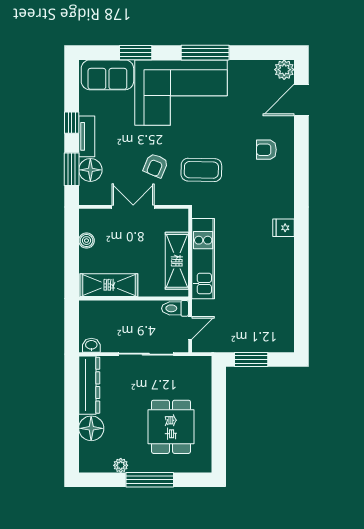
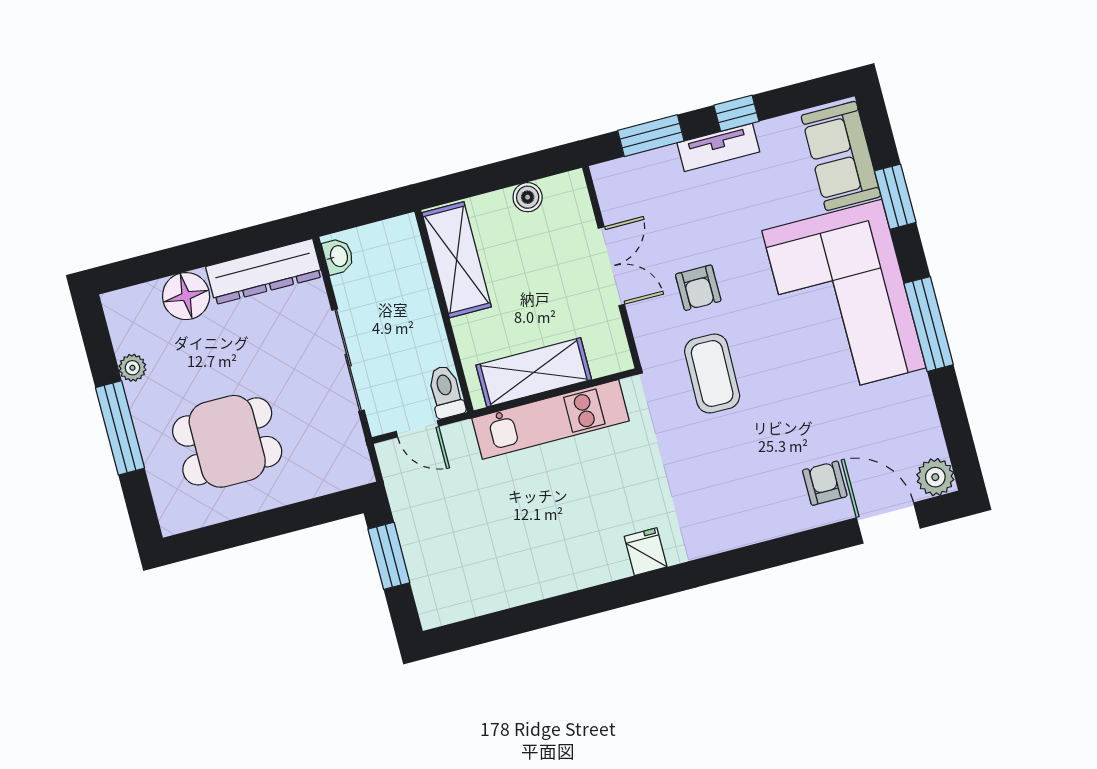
armchair: (266, 150) -> (825, 483), moved
armchair: (156, 165) -> (698, 288), turned -113
floor lamp: (90, 170) -> (659, 170), removed

